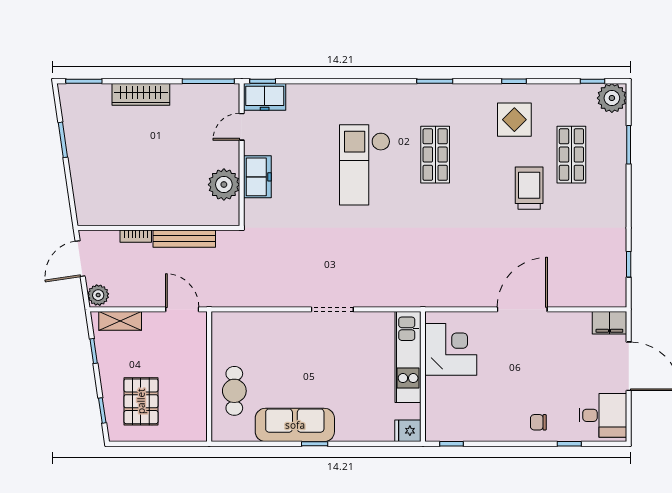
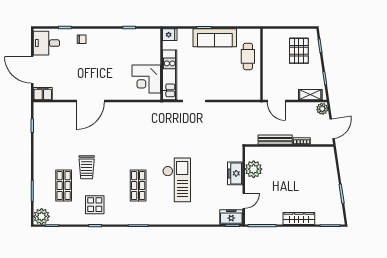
corner desk: (451, 349) -> (146, 79), moved
kitchen unit: (408, 357) -> (170, 75), moved
wall: (423, 377) -> (161, 64), moved
fridge: (408, 431) -> (170, 35), moved

